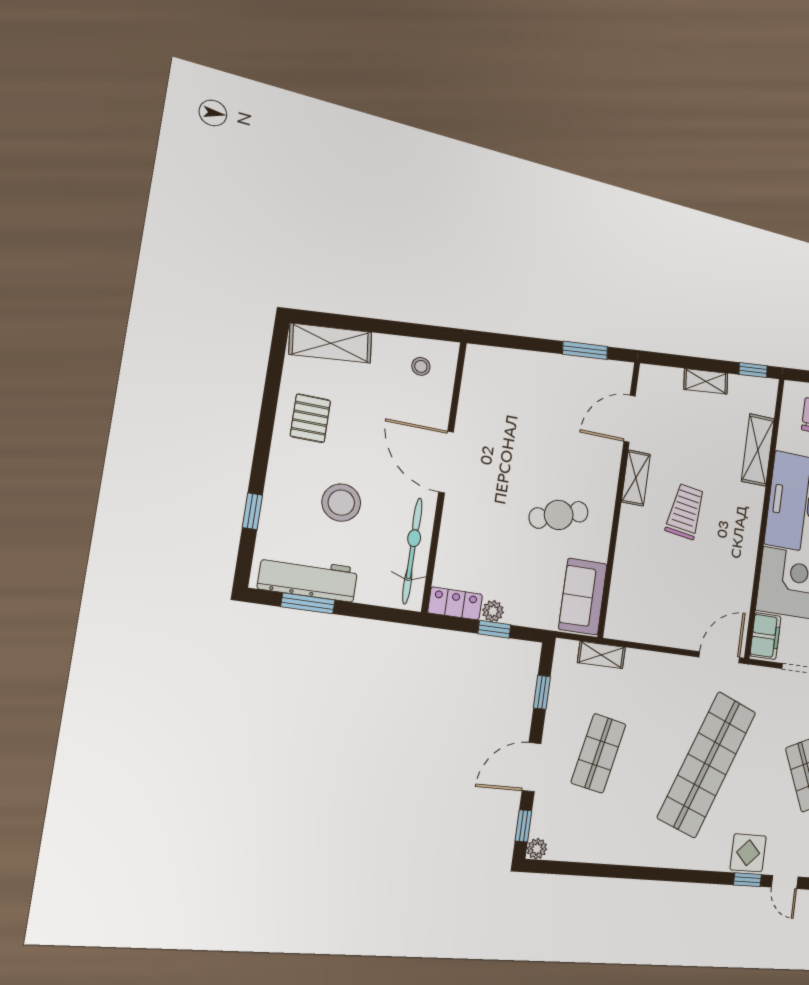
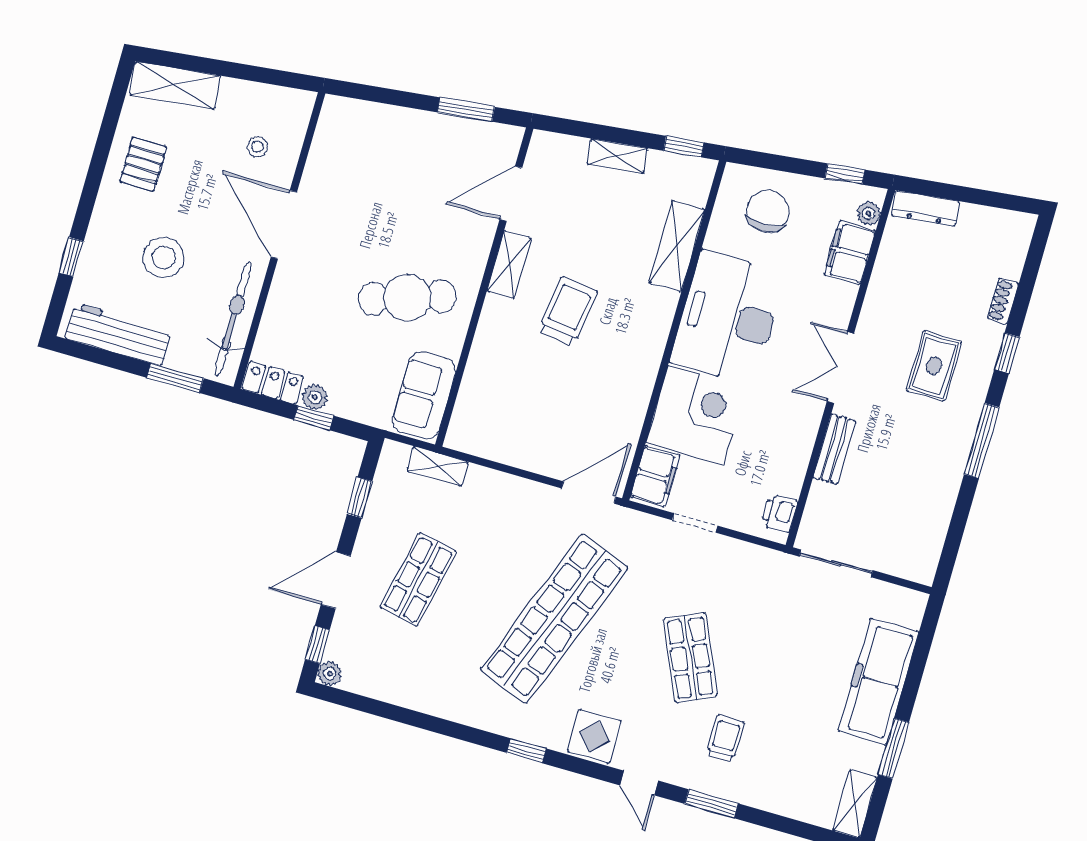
stool: (421, 366) -> (257, 147), moved
cafe table: (559, 515) -> (407, 298), width x1.37, depth x1.35
window: (308, 603) -> (175, 378), moved
window: (747, 880) -> (526, 751), moved

